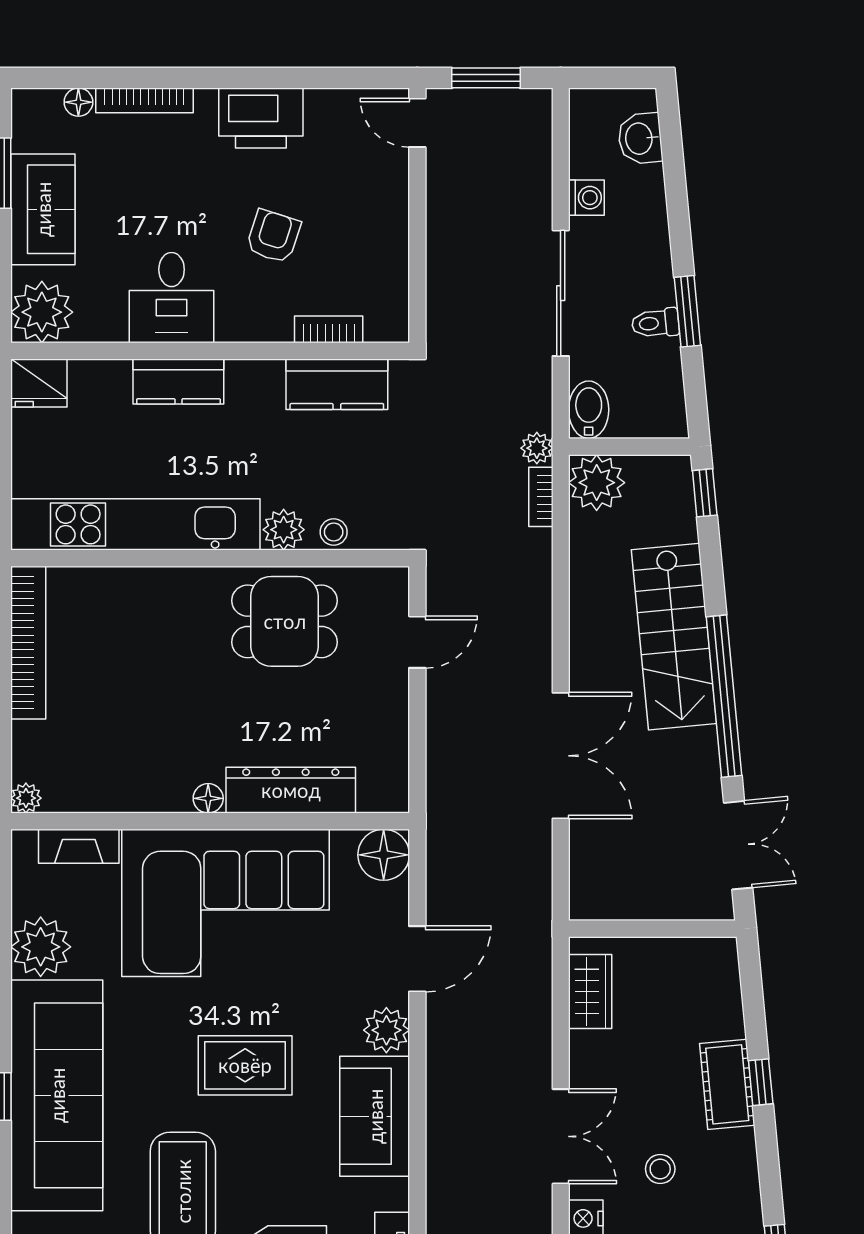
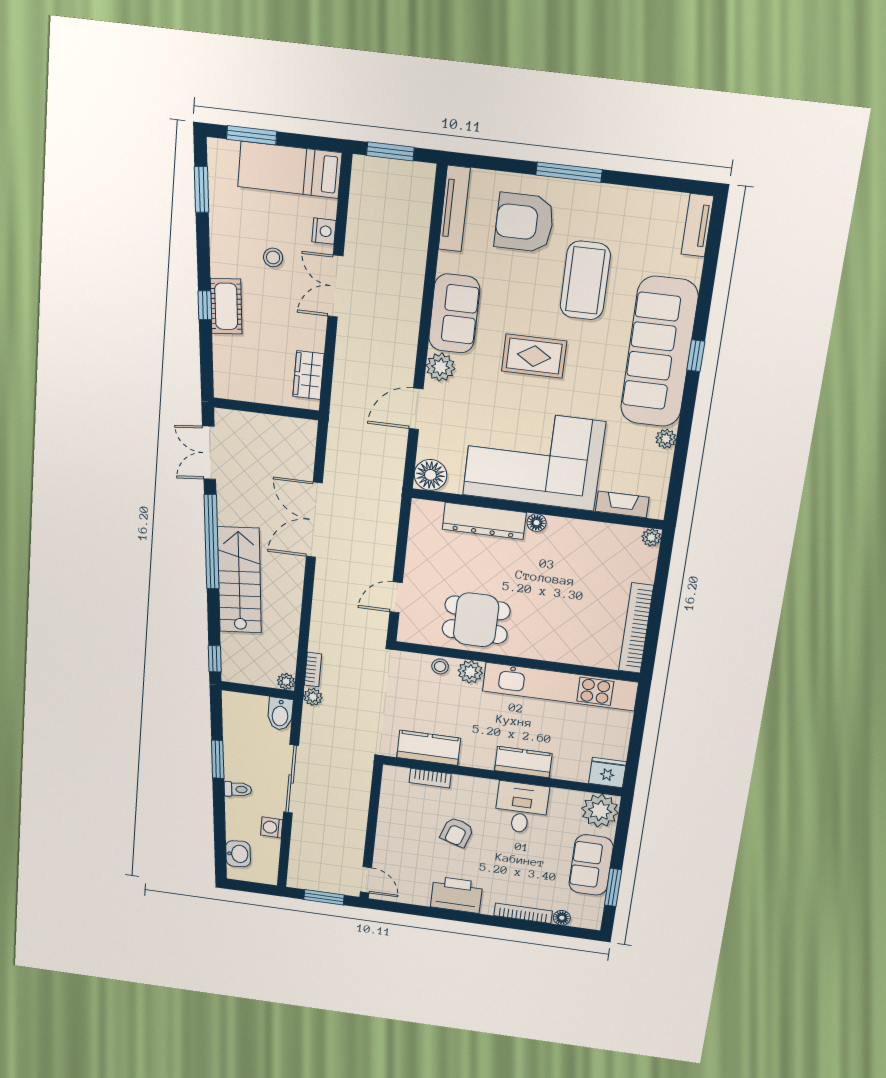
toilet: (655, 323) -> (238, 789), moved
plant: (597, 483) -> (286, 681), width x0.53, depth x0.53
plant: (41, 947) -> (666, 439), width x0.53, depth x0.53

